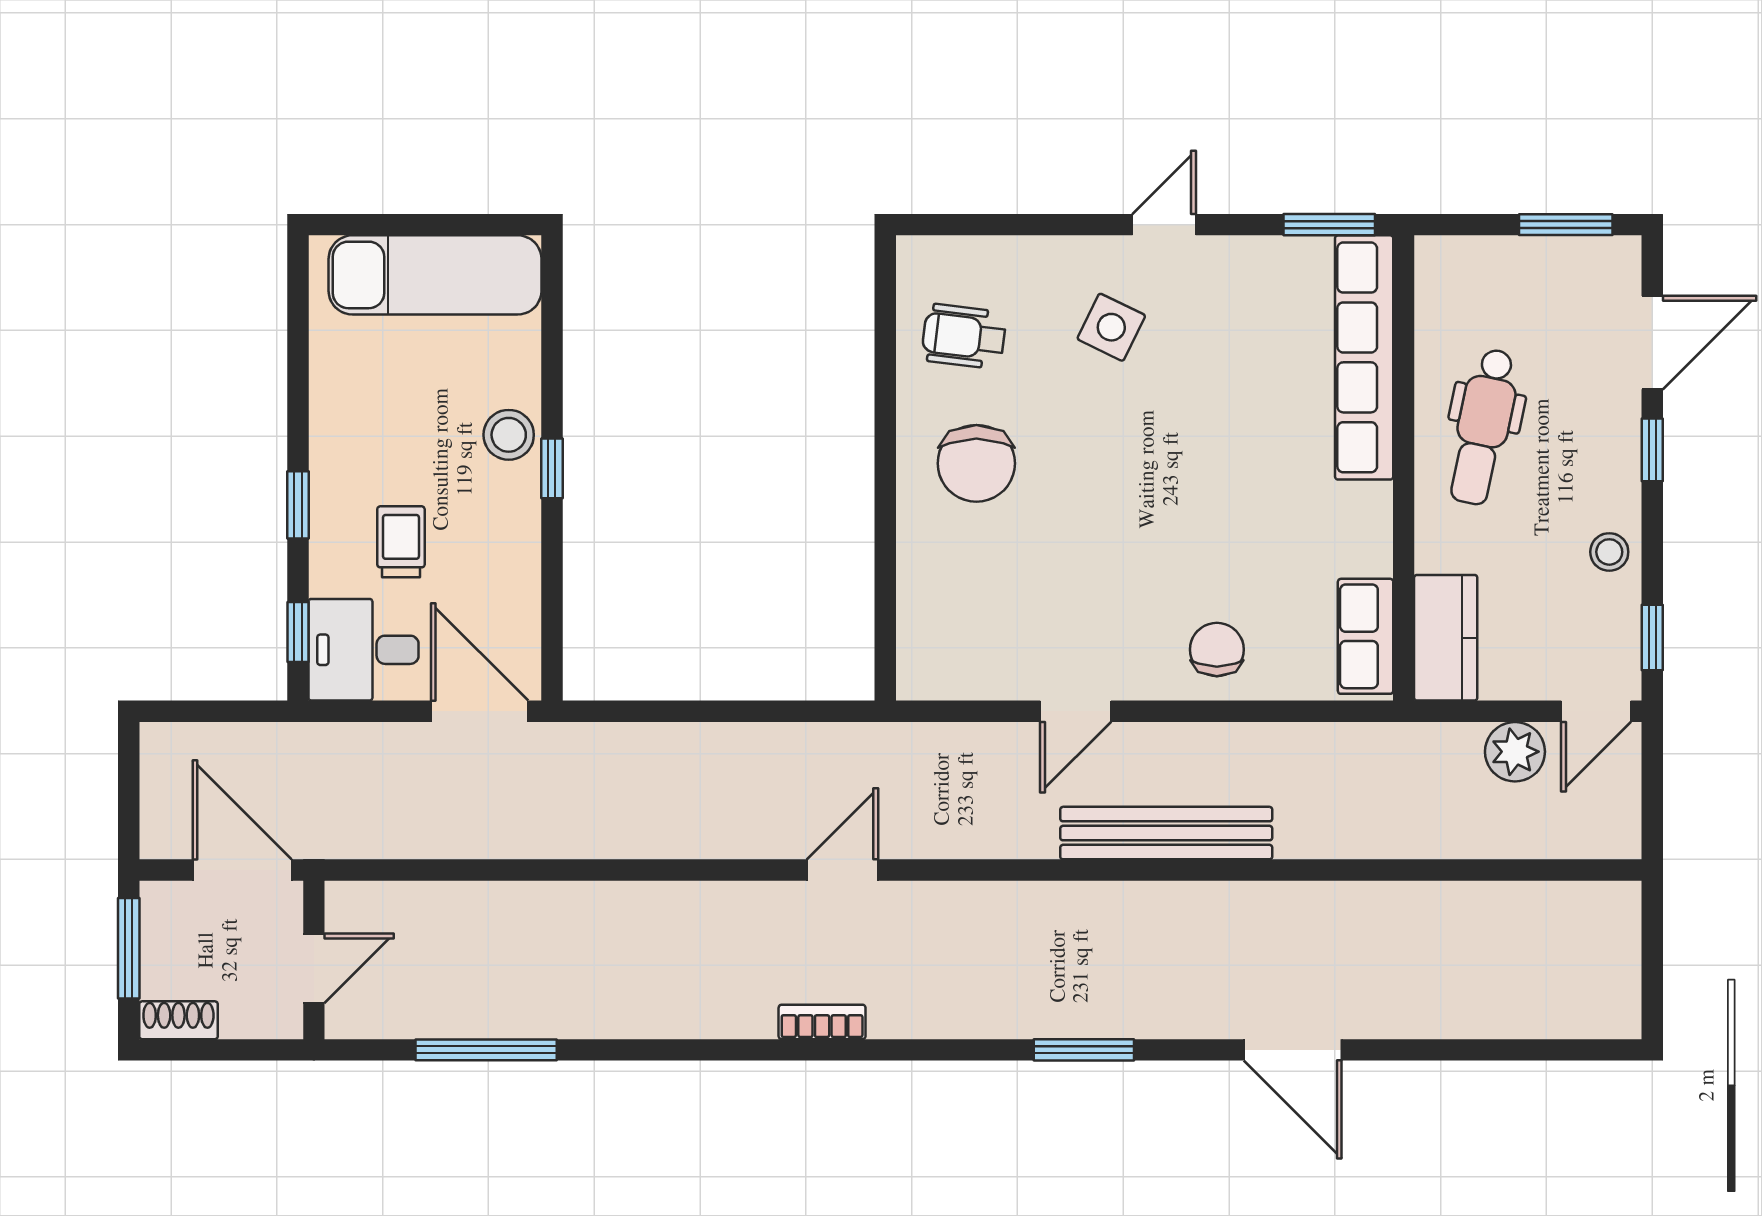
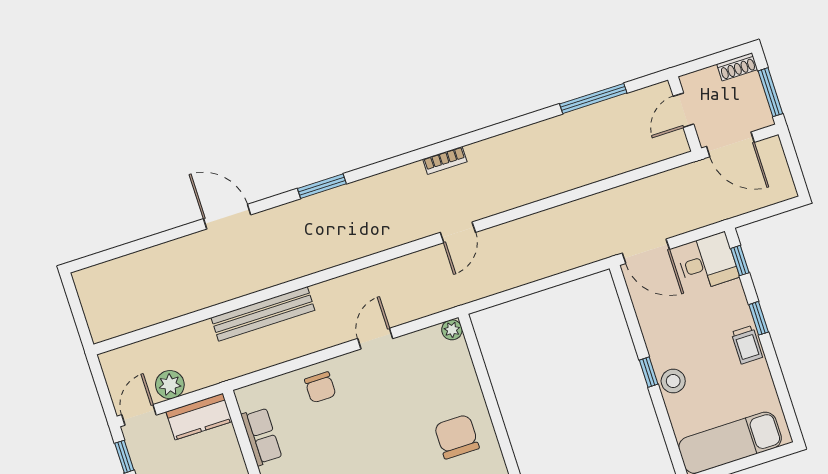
trolley: (401, 542) -> (747, 345), moved
row of seats: (1366, 636) -> (261, 436), moved
kitchen counter: (1446, 638) -> (199, 417), moved, turned -90
plant: (917, 679) -> (452, 330), added
bench: (1166, 833) -> (263, 314), moved

